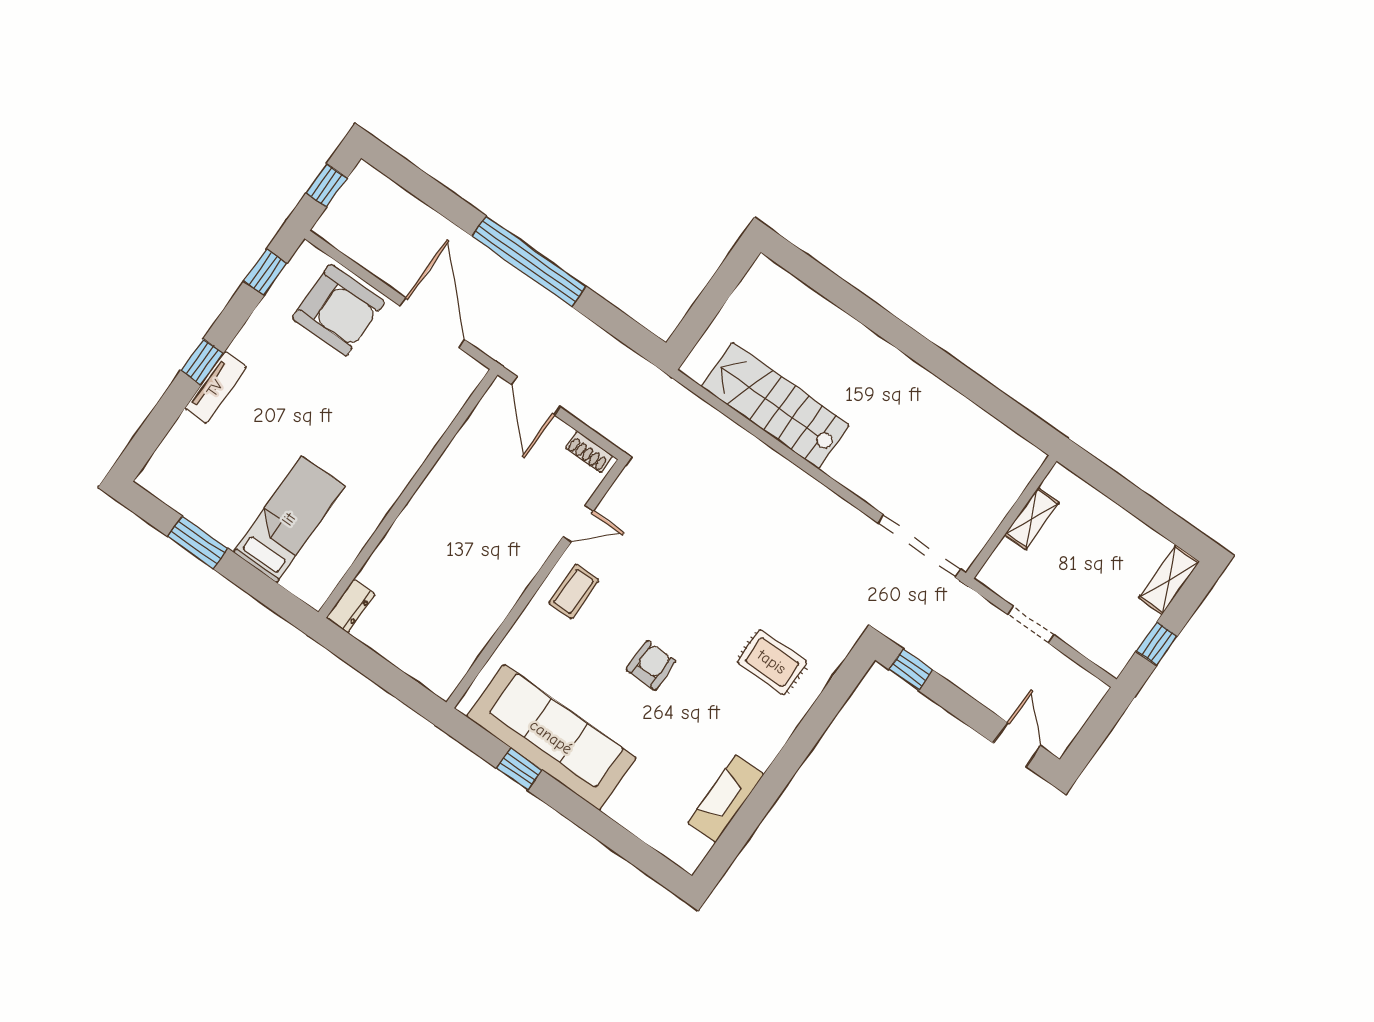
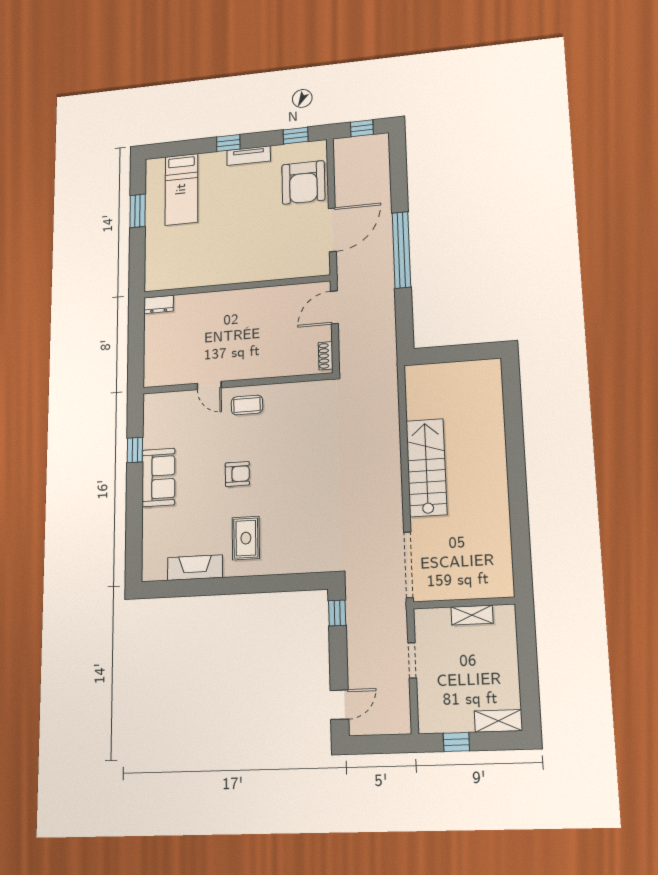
tv unit: (215, 388) -> (249, 156), moved
stairs: (775, 406) -> (426, 467), moved
bed: (289, 519) -> (181, 189), moved, turned 90
door: (578, 524) -> (209, 386), moved
rug: (772, 662) -> (246, 538), moved
sofa: (551, 737) -> (158, 478), width x0.54, depth x0.79

